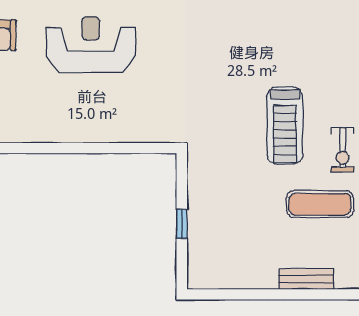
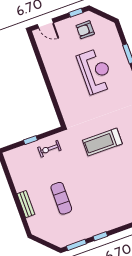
treadmill: (285, 125) -> (102, 142), moved
exercise bike: (342, 150) -> (49, 149), moved

